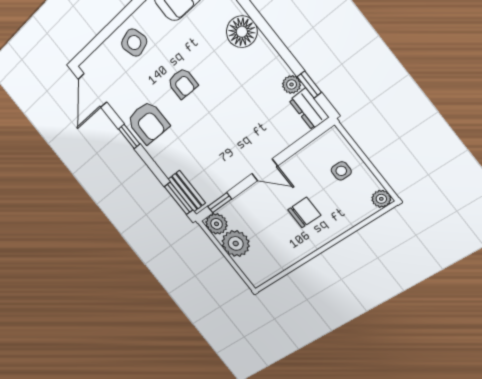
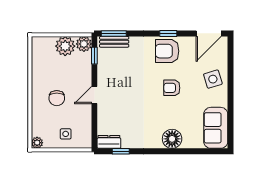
plant: (292, 84) -> (127, 143), removed
door: (92, 90) -> (209, 33), swing flipped

